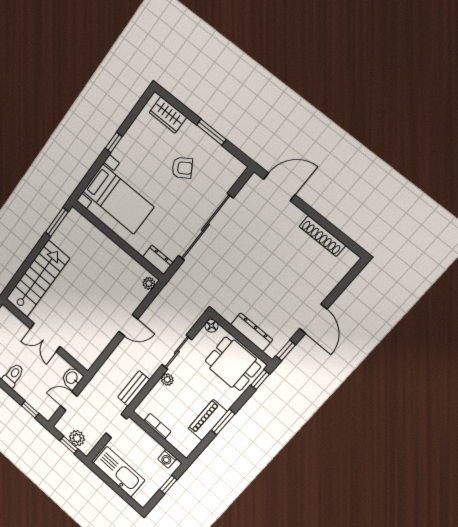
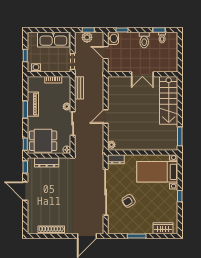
armchair: (182, 168) -> (129, 201), moved
double door: (45, 337) -> (142, 74), swing flipped
washbasin: (72, 378) -> (113, 38), moved
door: (69, 401) -> (106, 53), swing flipped

